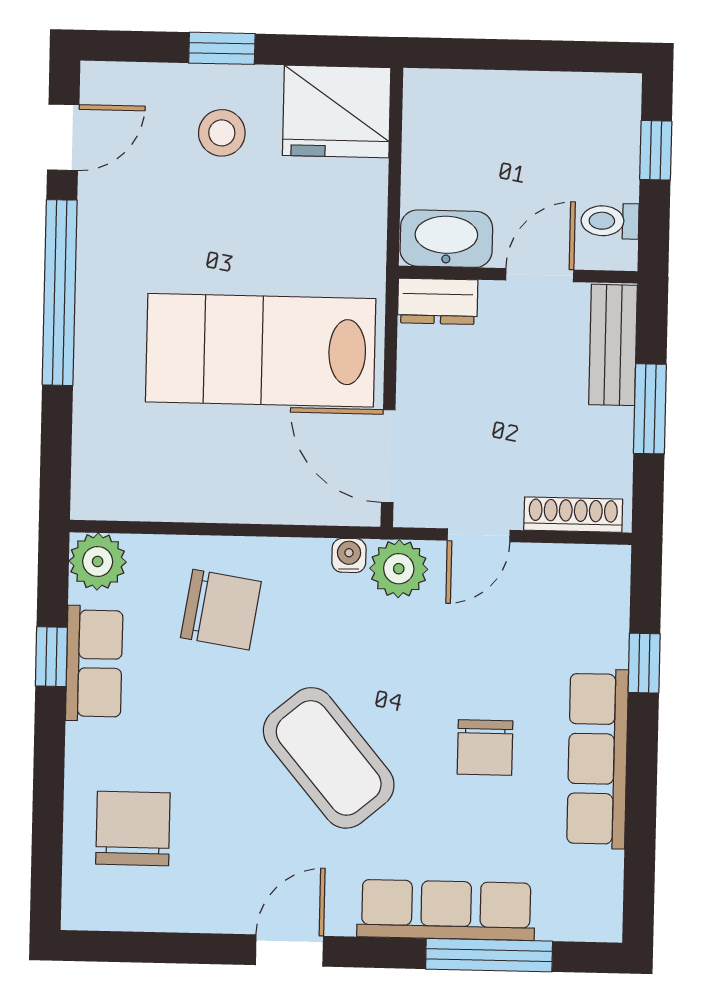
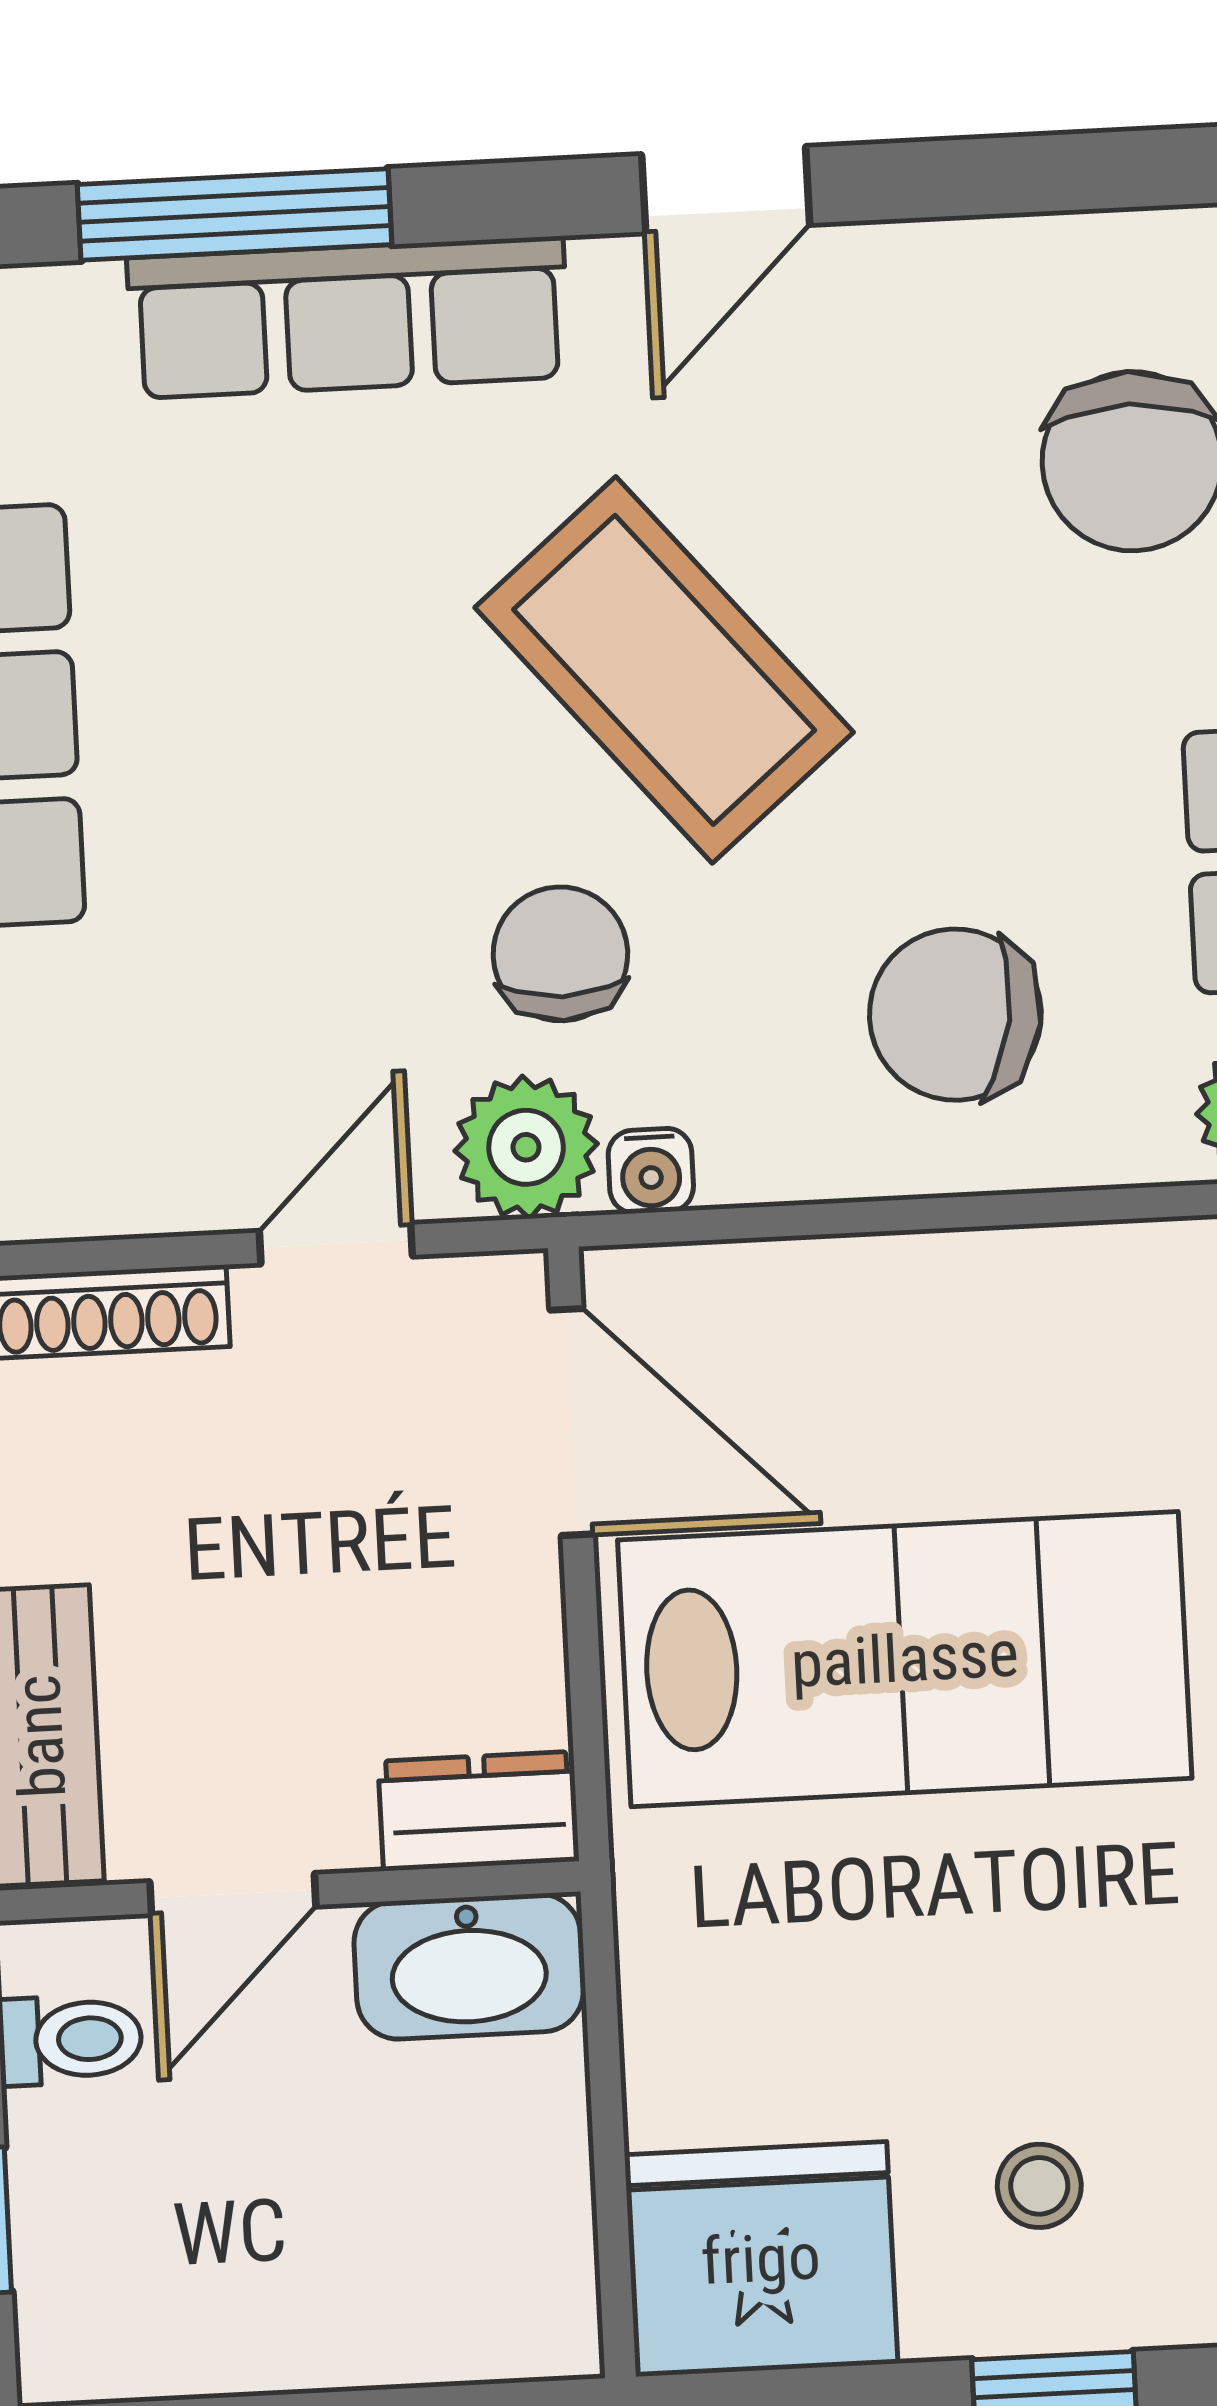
stool: (222, 133) -> (1039, 2186), width x0.73, depth x0.73
chair: (485, 747) -> (560, 954), moved

